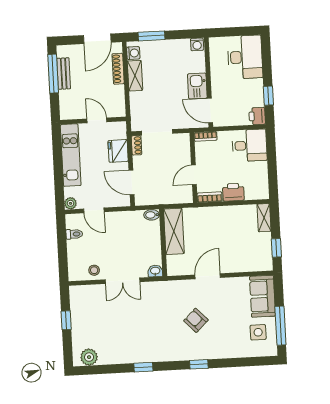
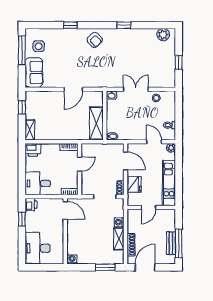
washing machine: (133, 53) -> (119, 222), moved
kitchen sink: (197, 86) -> (74, 229), removed
door: (97, 120) -> (148, 208), hinge flipped
printer: (233, 192) -> (33, 150), moved
armchair: (196, 320) -> (95, 40), moved
window: (199, 364) -> (70, 25), moved

